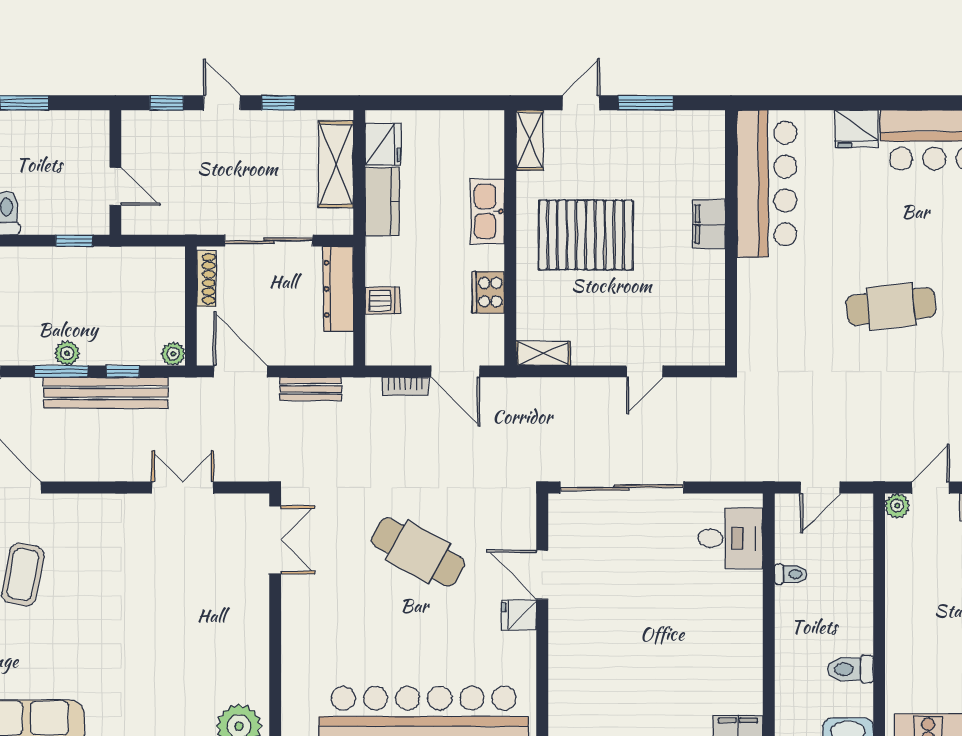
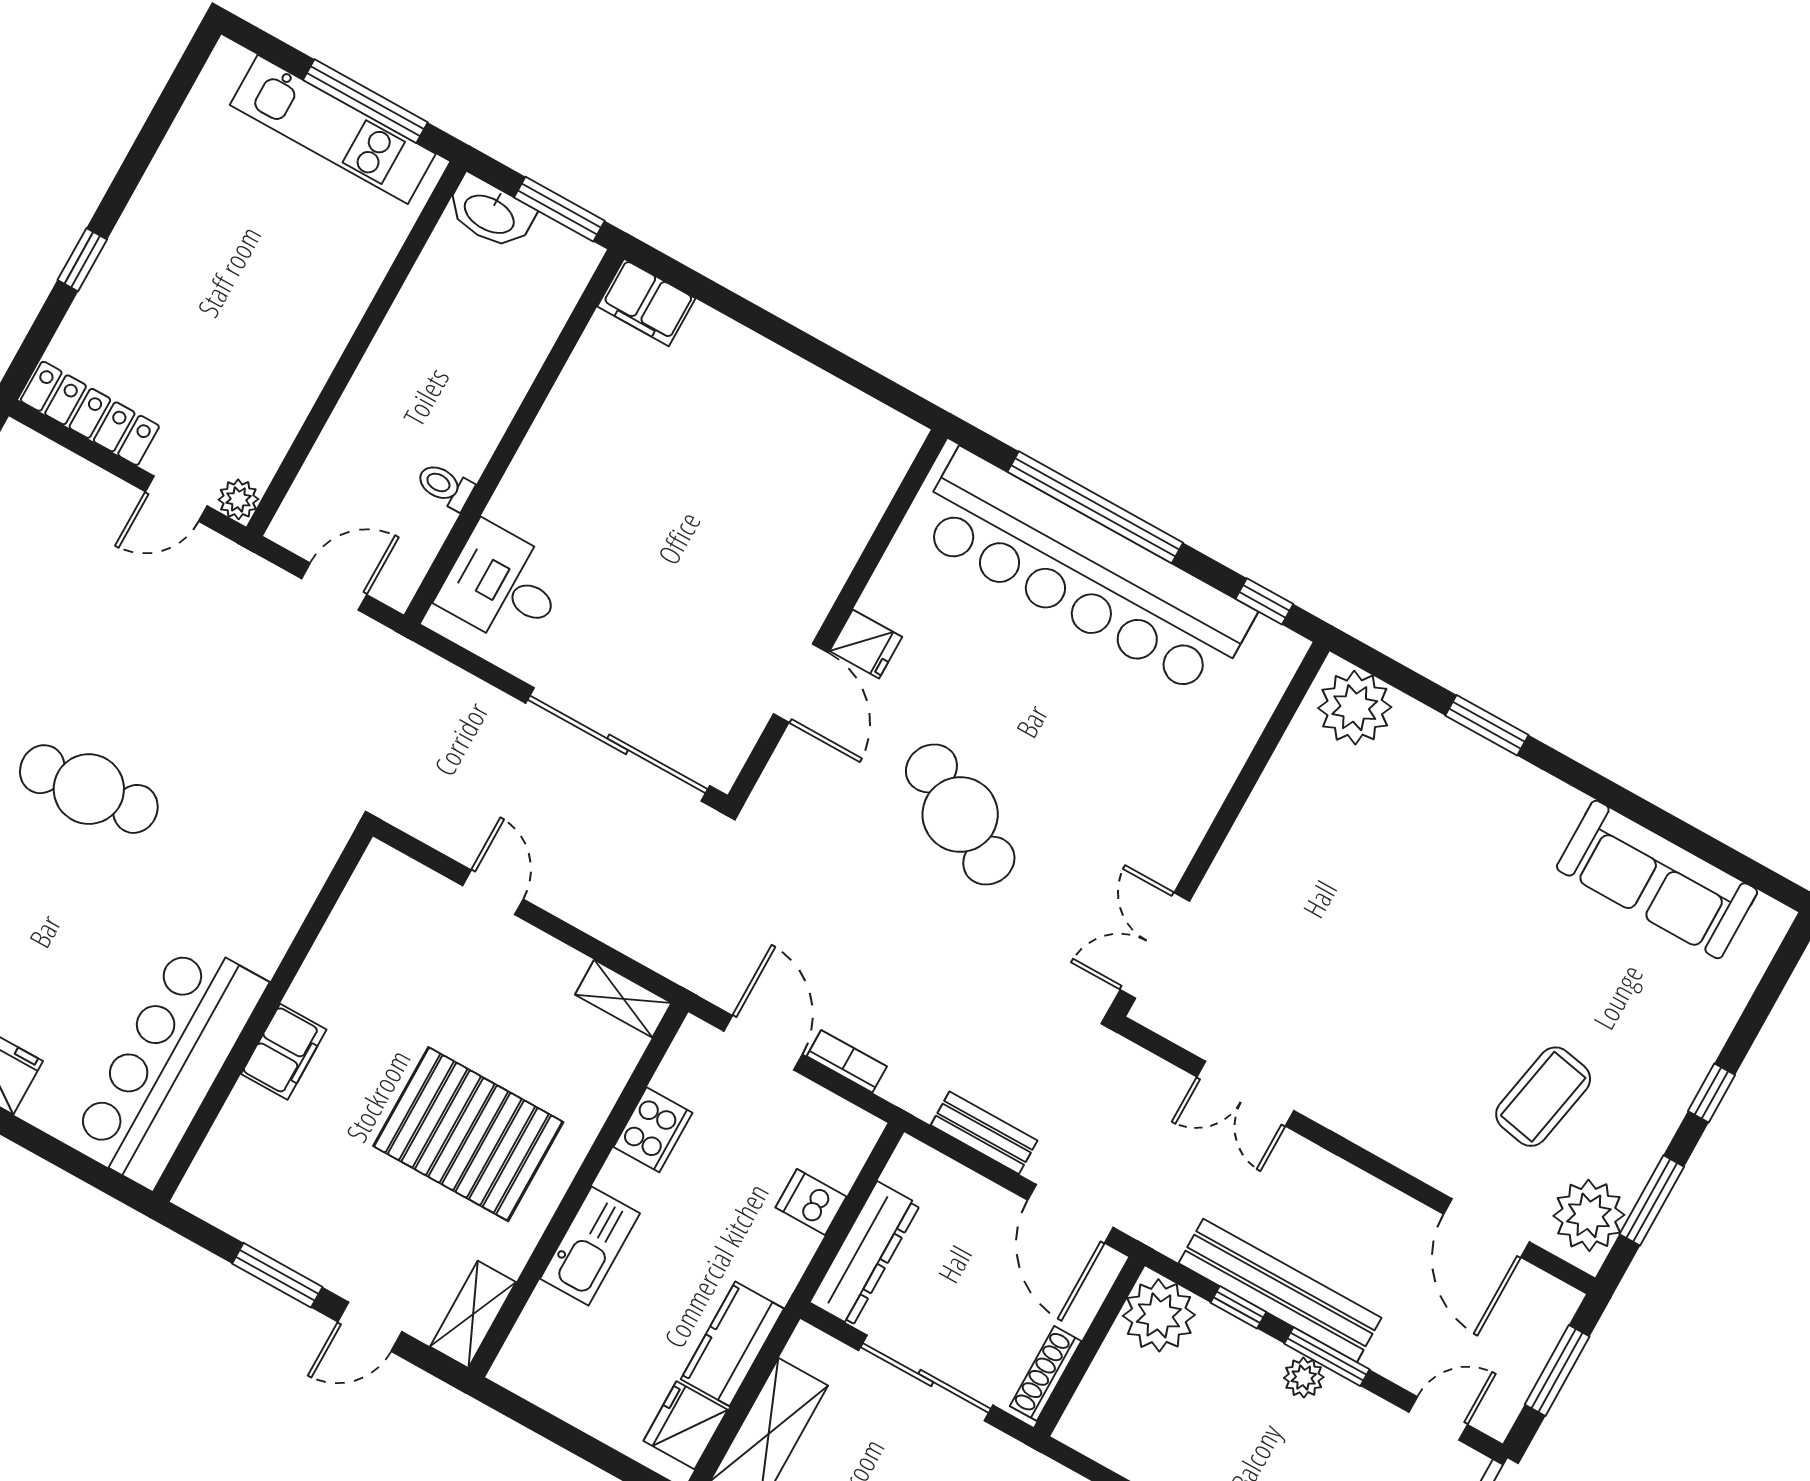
plant: (173, 354) -> (1159, 1315), width x1.88, depth x1.88
door: (644, 371) -> (493, 892), hinge flipped
toilet: (850, 669) -> (435, 303), removed

